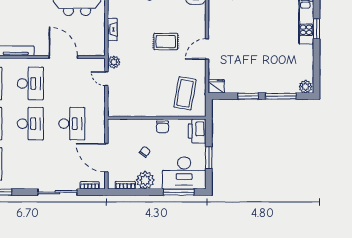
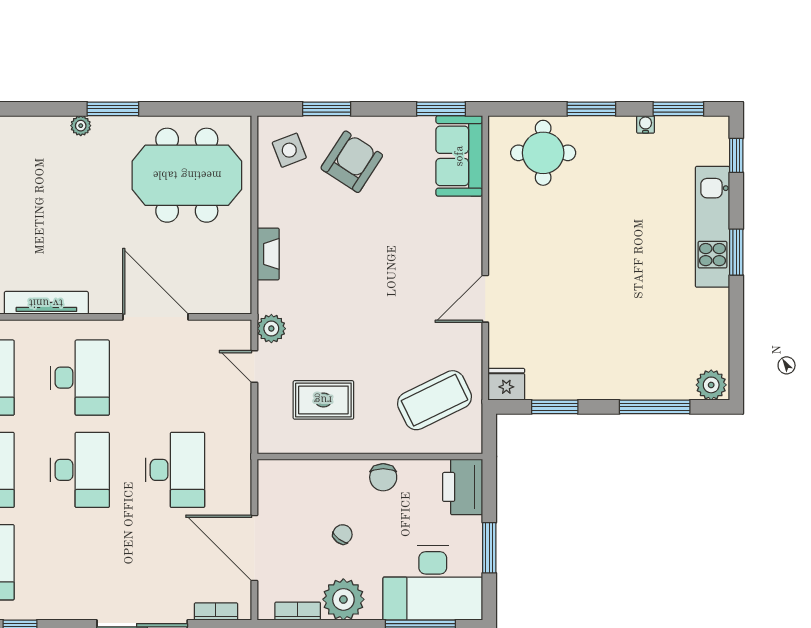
rug: (166, 42) -> (323, 400), moved
coffee table: (185, 93) -> (435, 400), turned 54
window: (248, 96) -> (555, 407), moved

